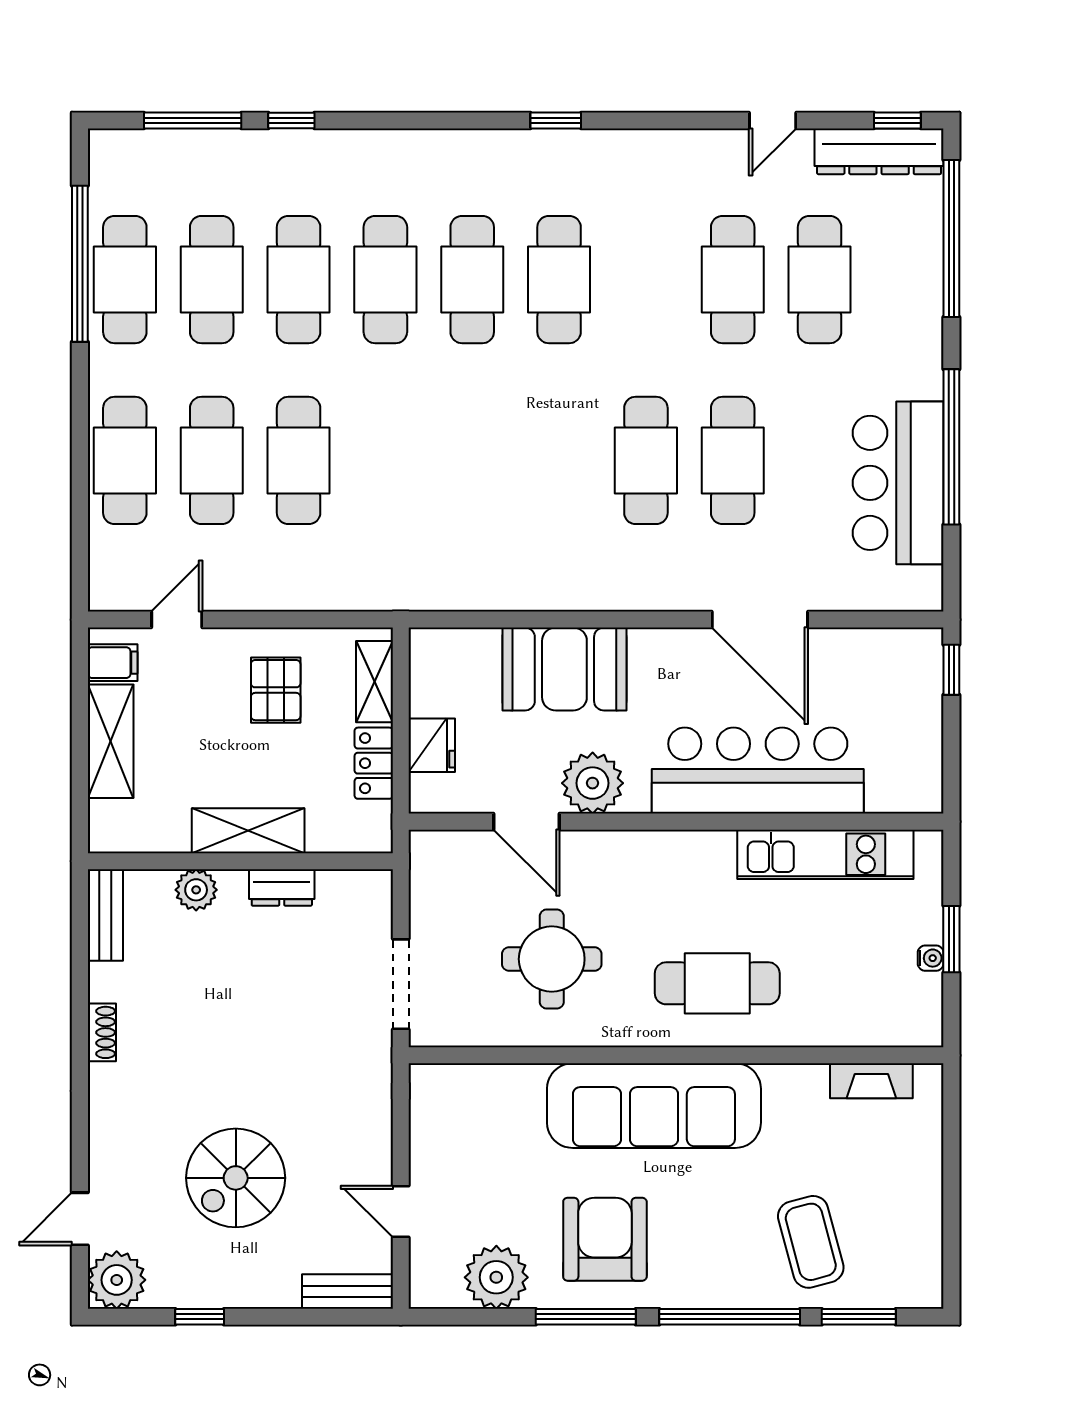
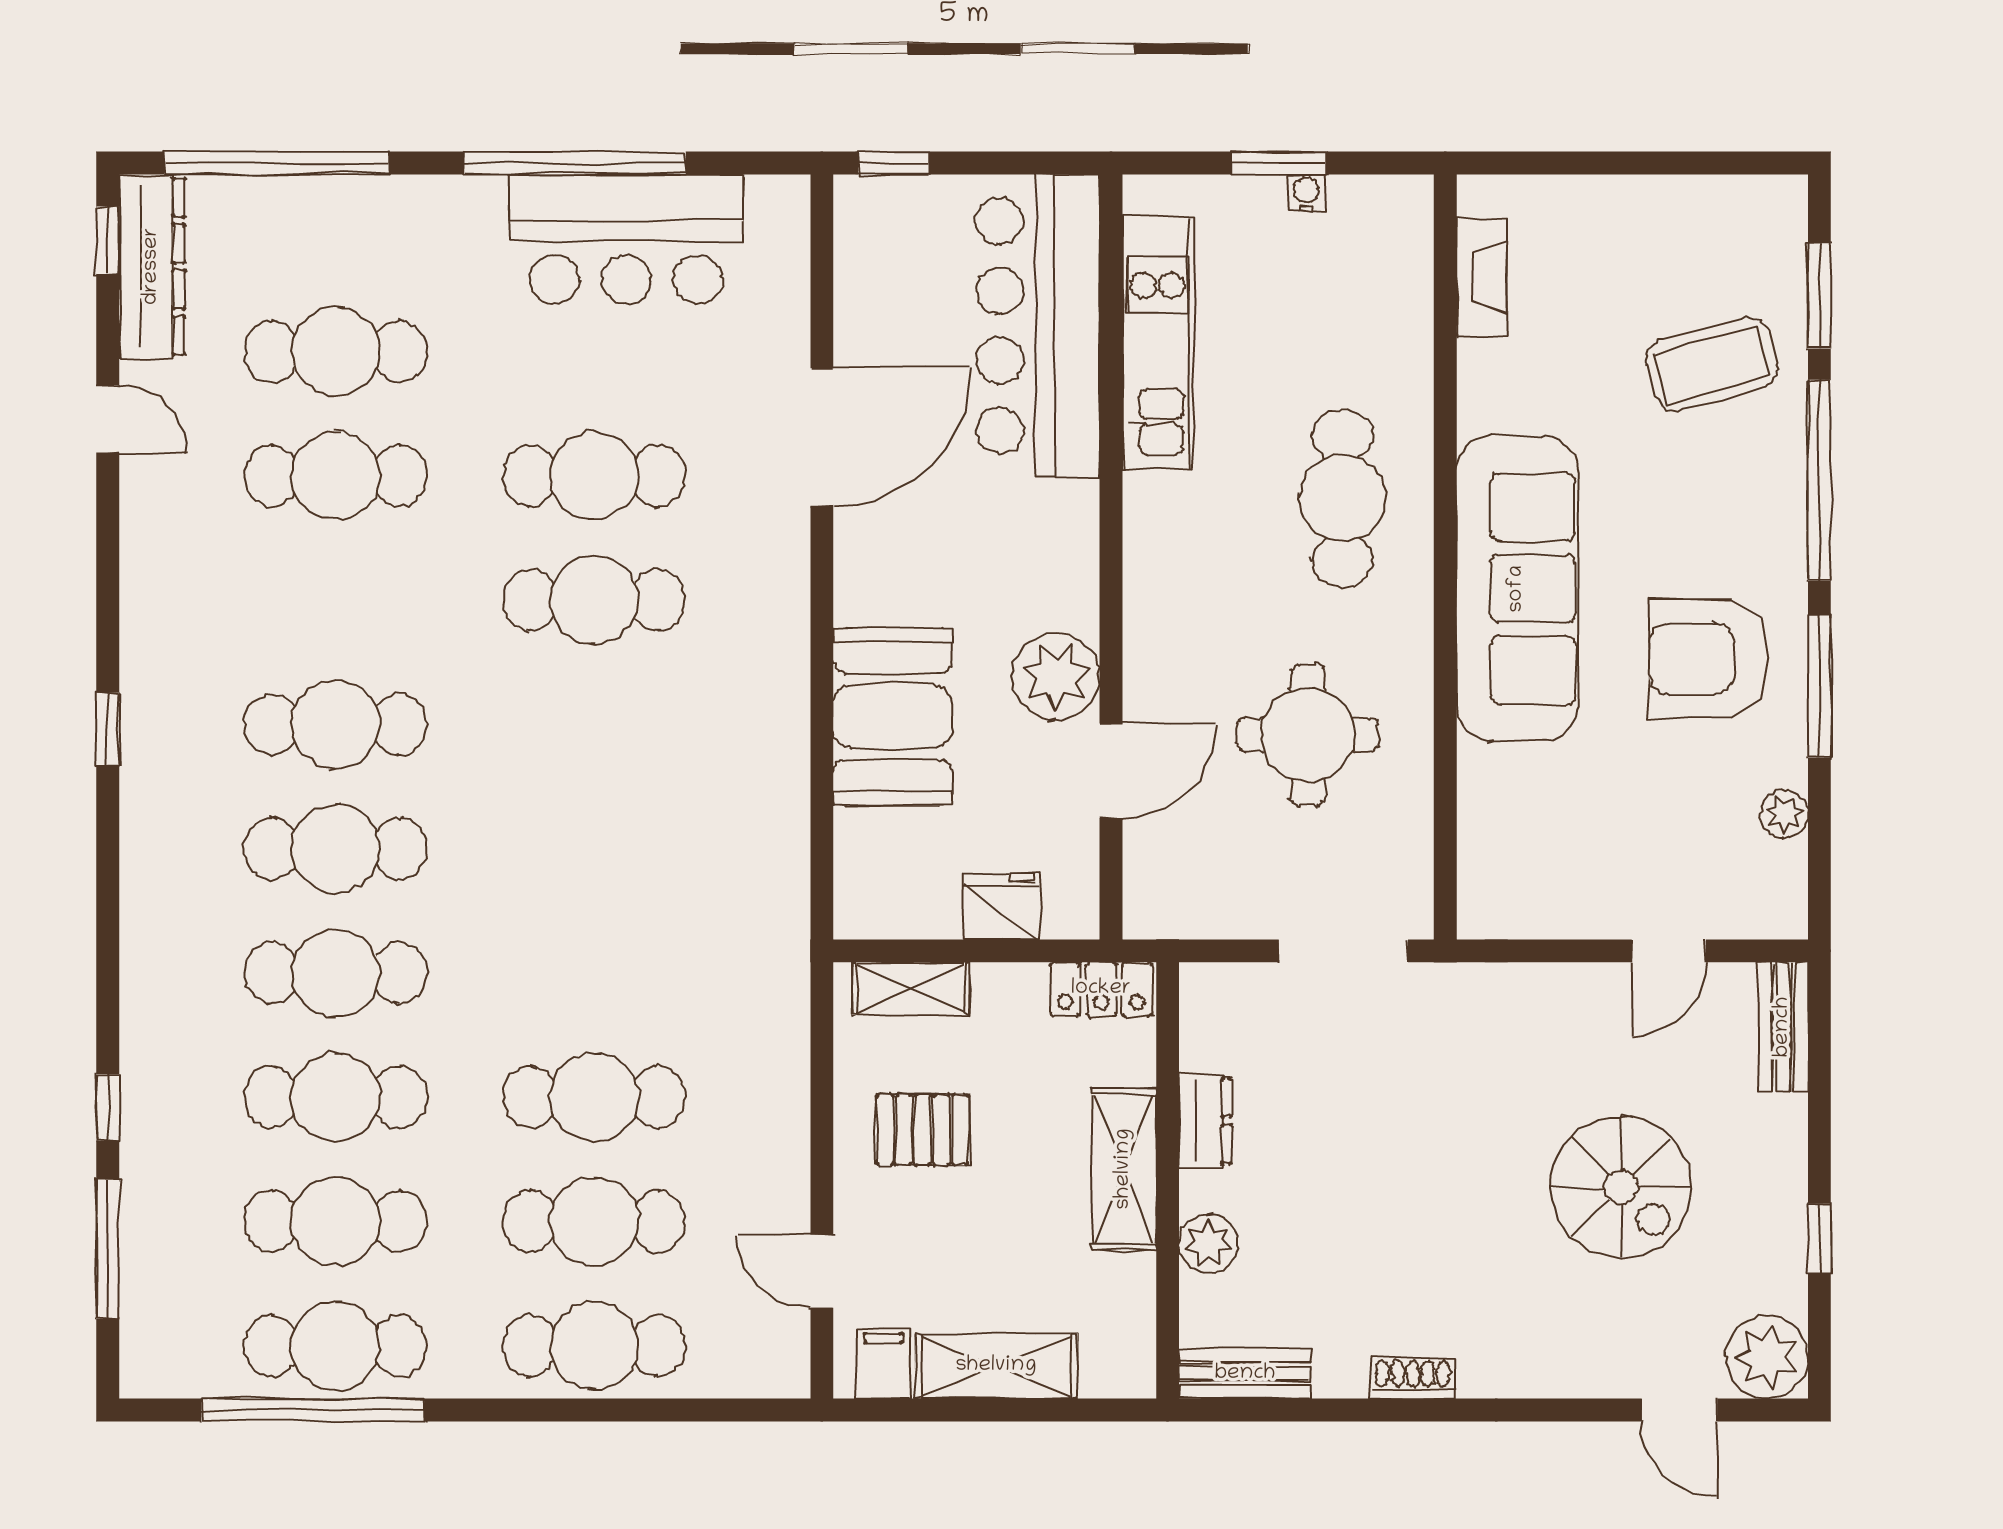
locker: (374, 763) -> (1101, 989), moved
bar counter: (758, 771) -> (1038, 326), moved
plant: (496, 1277) -> (1784, 814), width x0.53, depth x0.53

